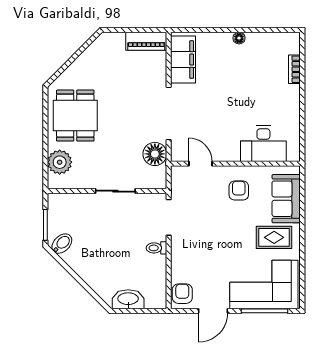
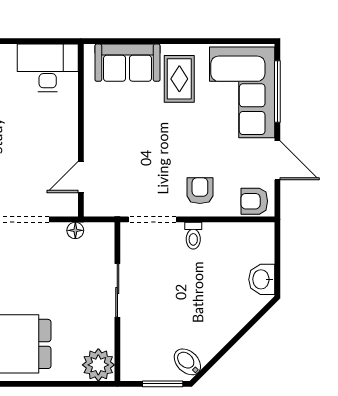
desk: (263, 144) -> (48, 68), moved, turned -90
floor lamp: (155, 154) -> (75, 230), width x0.53, depth x0.53
plant: (60, 162) -> (98, 365), moved
armchair: (239, 191) -> (200, 191), moved, turned 90
washbasin: (128, 299) -> (262, 279), width x0.72

